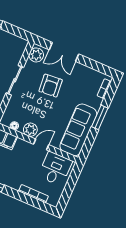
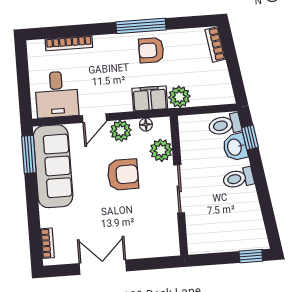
double door: (64, 52) -> (103, 267), moved
plant: (36, 55) -> (161, 150), moved
armchair: (51, 86) -> (123, 175), moved, turned 95
window: (100, 117) -> (29, 154), moved

